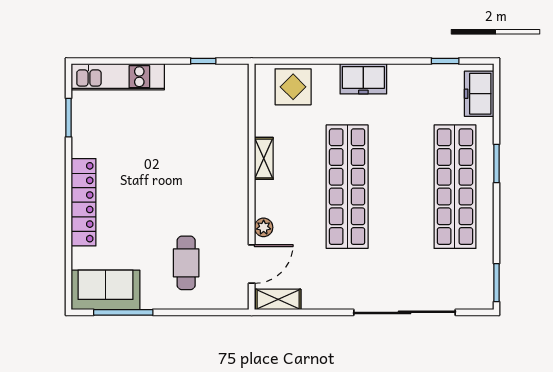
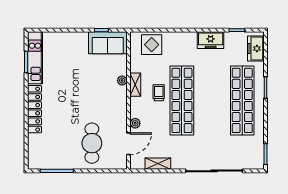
kitchen unit: (118, 77) -> (35, 58), moved, turned -90
freezer: (363, 79) -> (211, 40), moved
plant: (240, 151) -> (122, 81), added
trolley: (306, 173) -> (159, 93), added
cafe table: (186, 263) -> (92, 143), width x1.37, depth x1.35
sofa: (106, 290) -> (108, 43), moved, turned 180
shelving: (278, 299) -> (158, 164), moved

